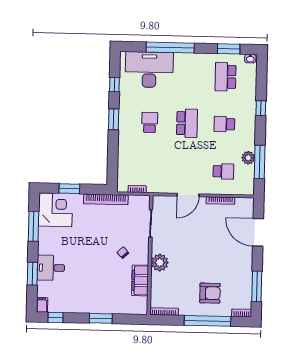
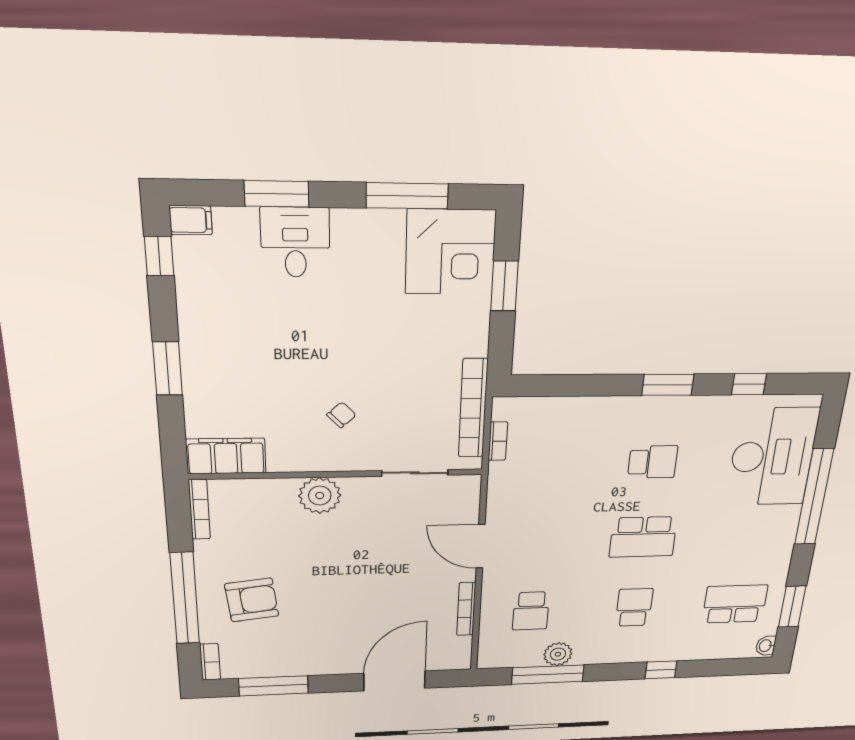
bookcase: (106, 199) -> (473, 408), moved
filing cabinet: (140, 280) -> (226, 456), moved
armchair: (210, 293) -> (252, 600), turned -97

